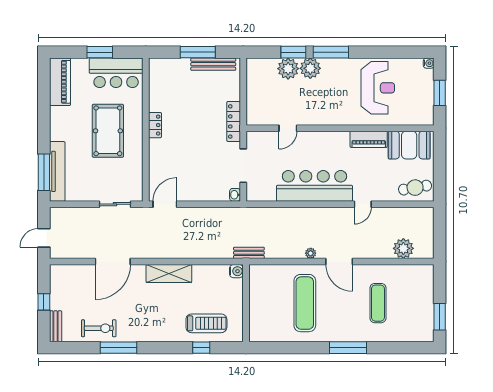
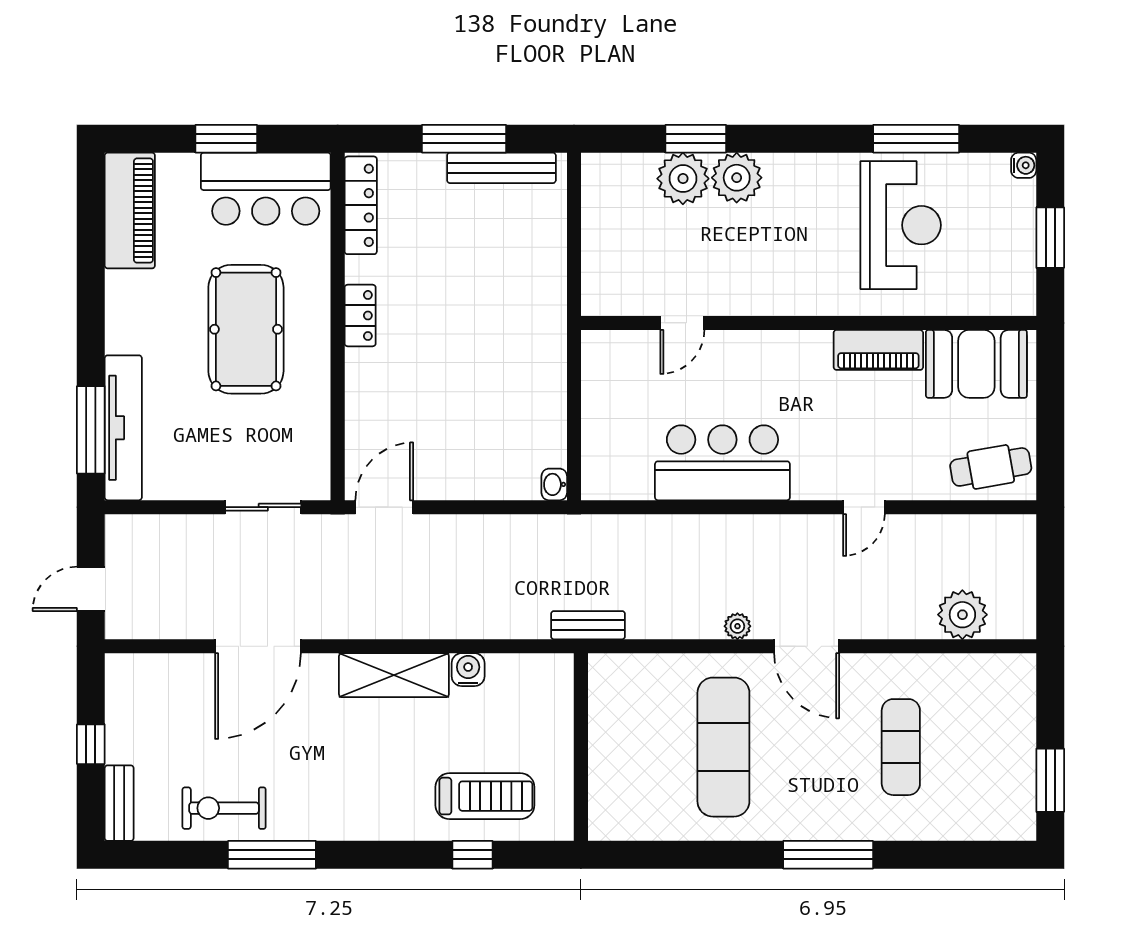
window: (331, 52) -> (916, 139), moved
locker: (234, 121) -> (361, 205), moved, turned 180
doorway: (243, 166) -> (574, 414), removed
bar counter: (314, 186) -> (722, 463), width x0.73
water cooler: (236, 271) -> (468, 670), moved, turned -90
exercise bike: (99, 328) -> (224, 808), turned 180

